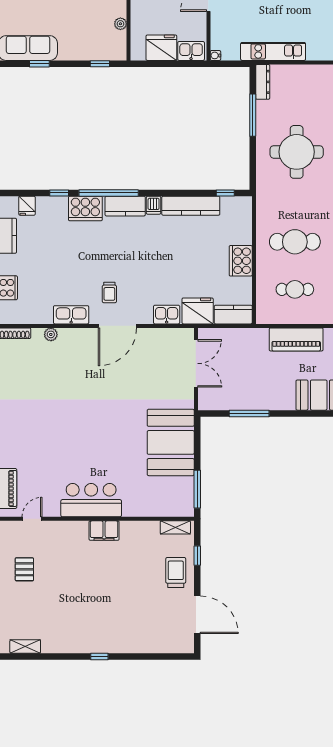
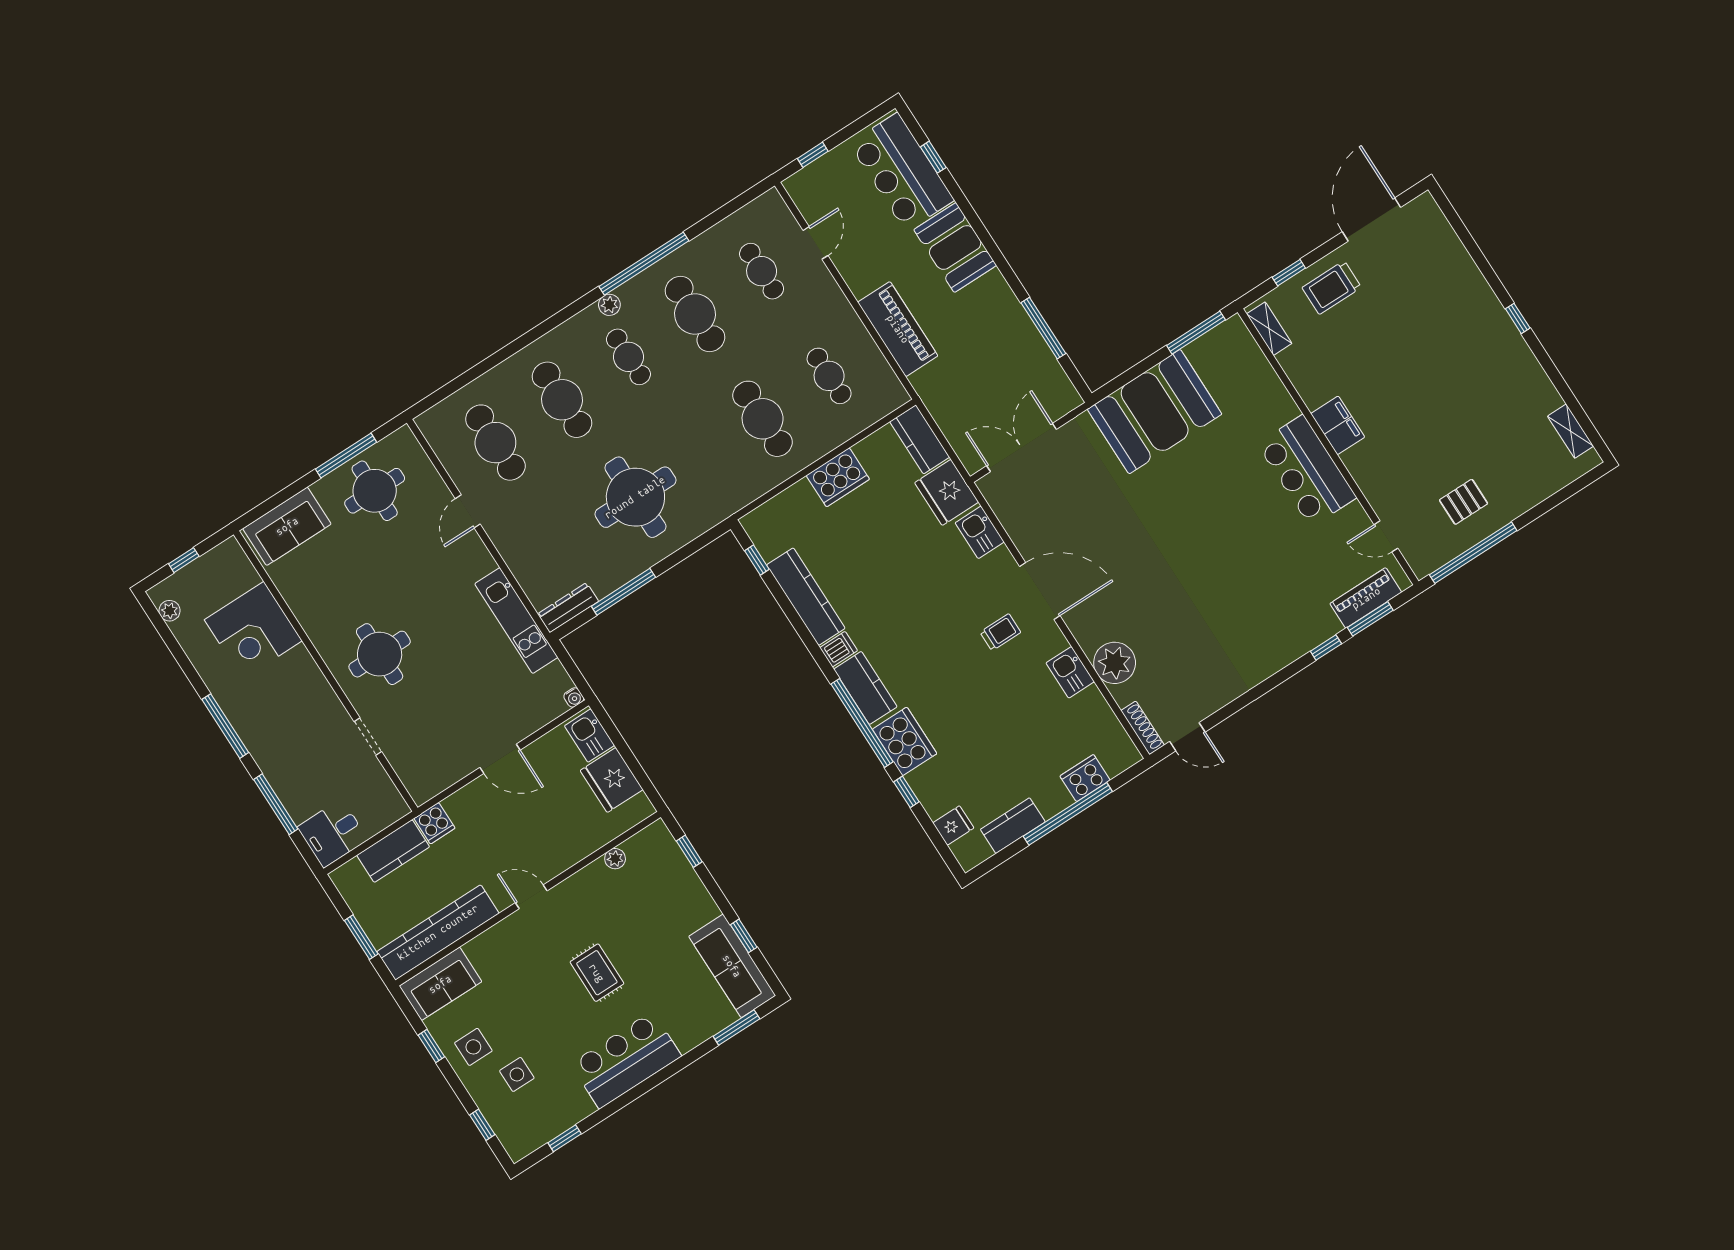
kitchen sink: (71, 315) -> (1070, 672), width x0.73
plant: (51, 334) -> (1115, 663), width x1.87, depth x1.87

